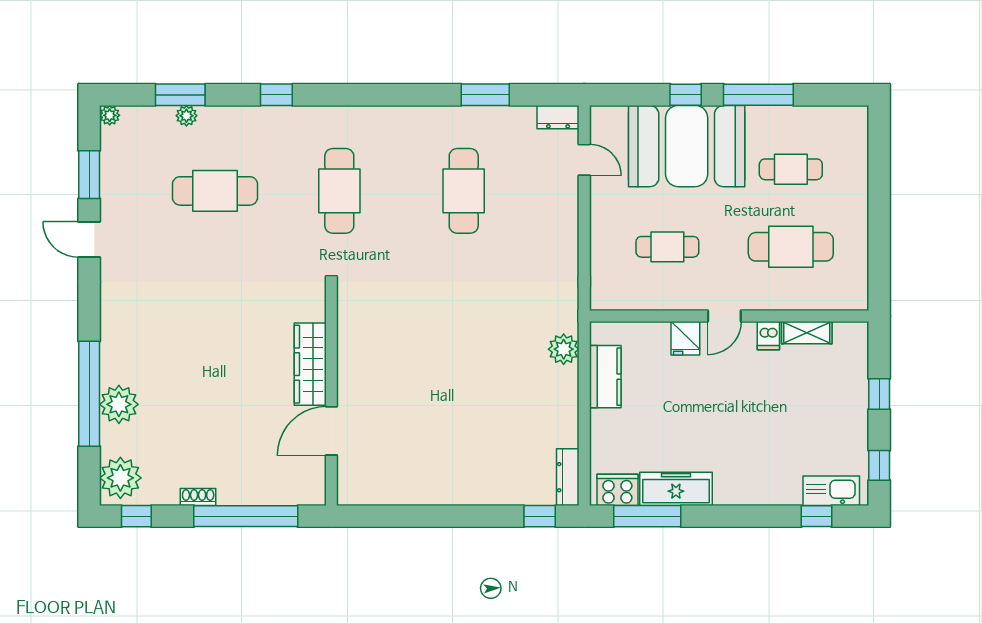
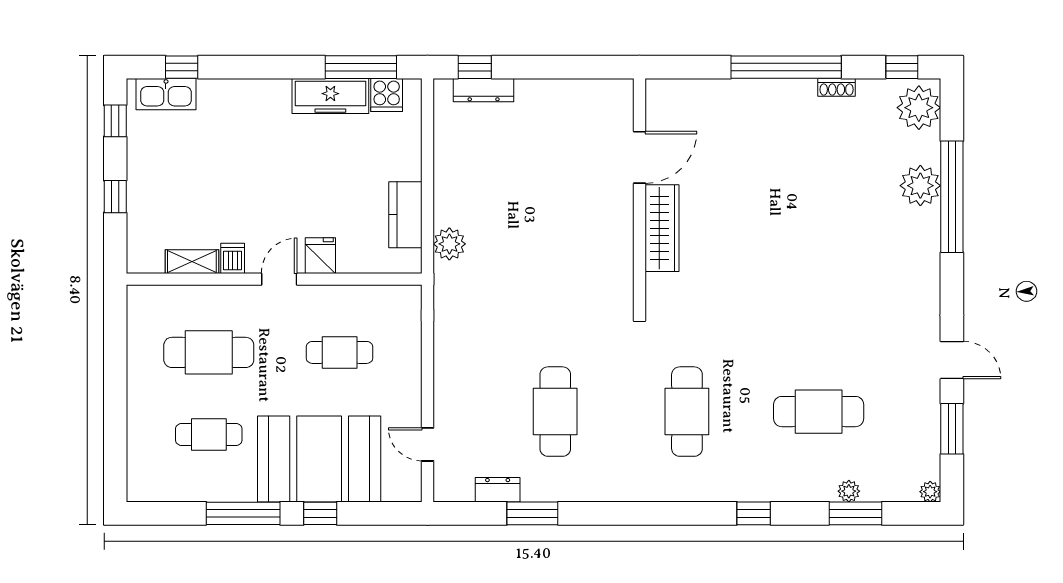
dresser: (558, 117) -> (498, 490), moved
wardrobe: (310, 364) -> (662, 228), moved
wall: (331, 396) -> (640, 194), moved
door: (331, 431) -> (640, 157), moved
dresser: (568, 477) -> (484, 90), moved, turned 90
cooker: (617, 490) -> (387, 95), width x0.73

